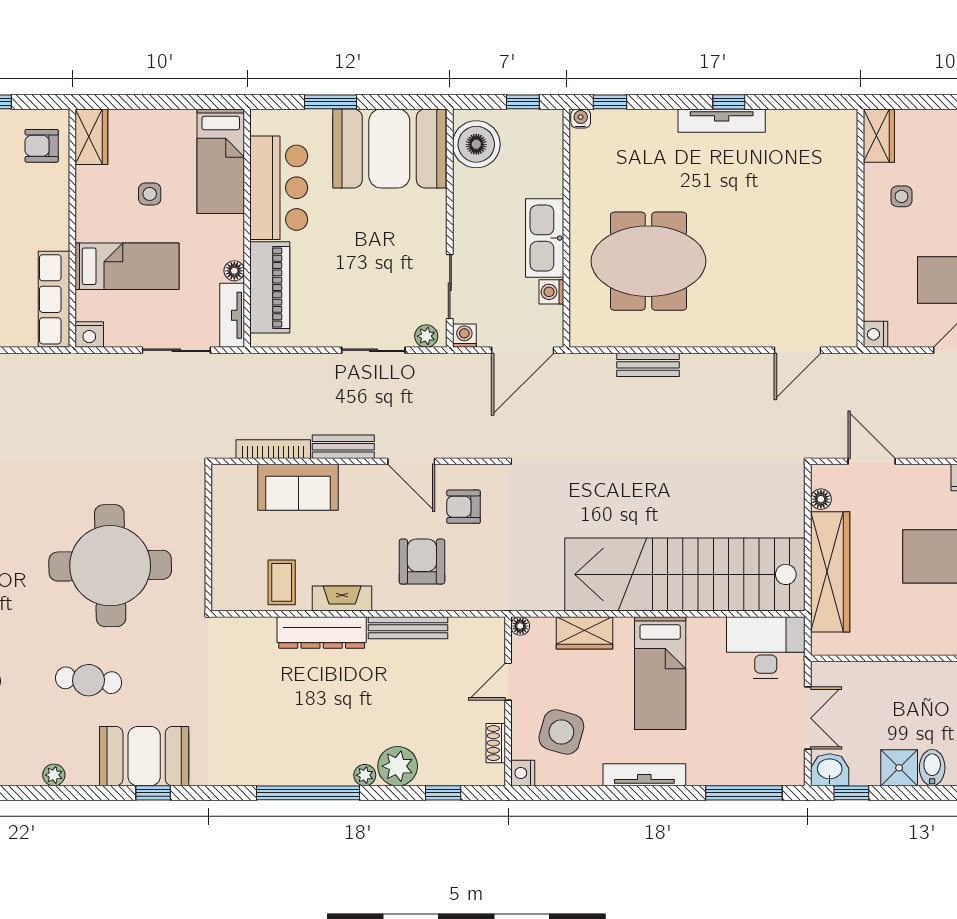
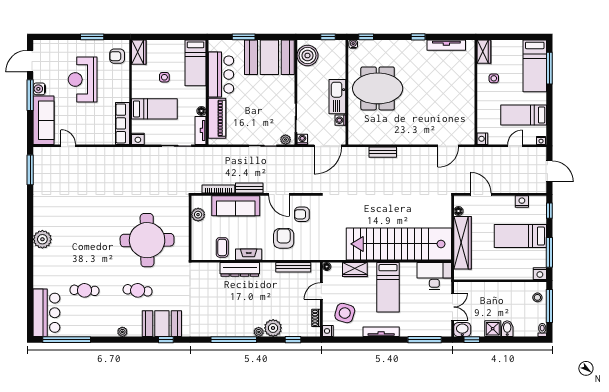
tv unit: (722, 121) -> (446, 45), moved
meeting table: (648, 261) -> (378, 88), moved
sofa: (298, 487) -> (236, 206), width x1.36
plant: (227, 507) -> (198, 215), added
bench: (408, 628) -> (293, 267), moved

